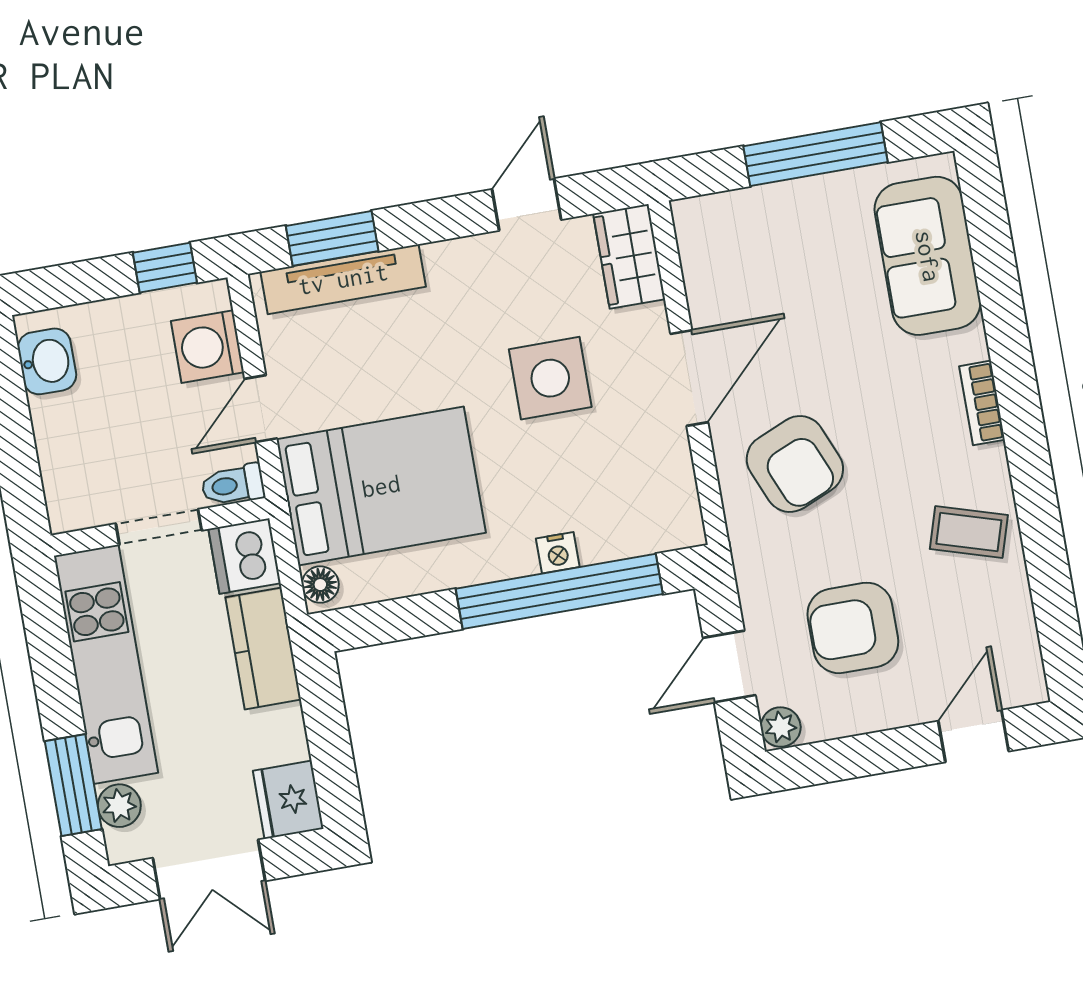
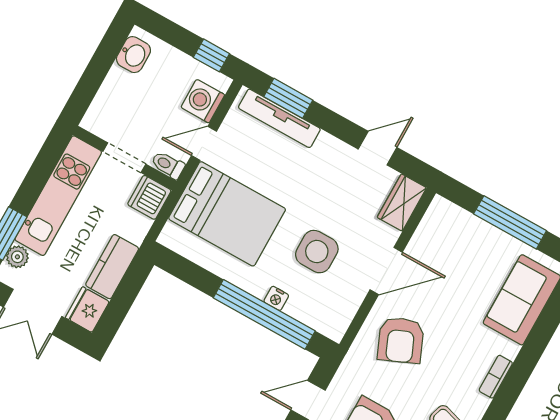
side table: (550, 378) -> (317, 252), moved
floor lamp: (320, 585) -> (170, 234), removed
kitchen counter: (263, 648) -> (112, 267), moved

